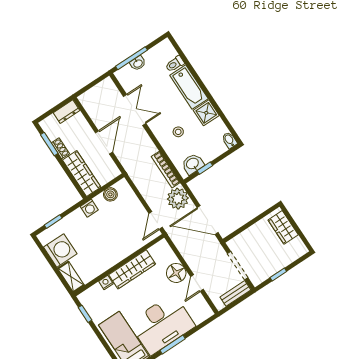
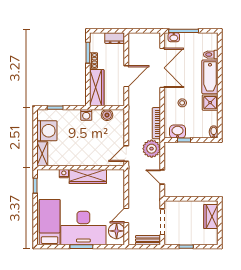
washbasin: (138, 63) -> (174, 37), moved
double door: (135, 110) -> (162, 68), width x1.37
door: (208, 220) -> (162, 177), width x0.53
floor lamp: (176, 273) -> (117, 231), moved

